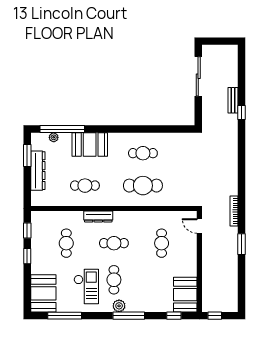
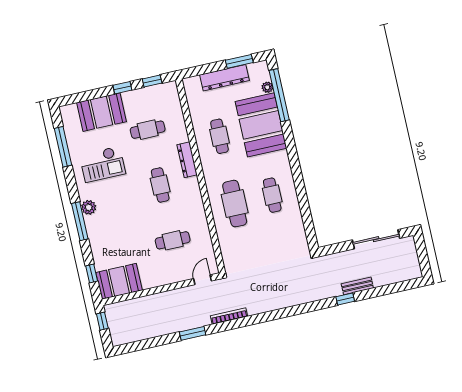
booth: (90, 144) -> (261, 125), width x1.36, depth x1.42
cafe table: (114, 280) -> (118, 195), removed
booth: (43, 293) -> (102, 112), moved

